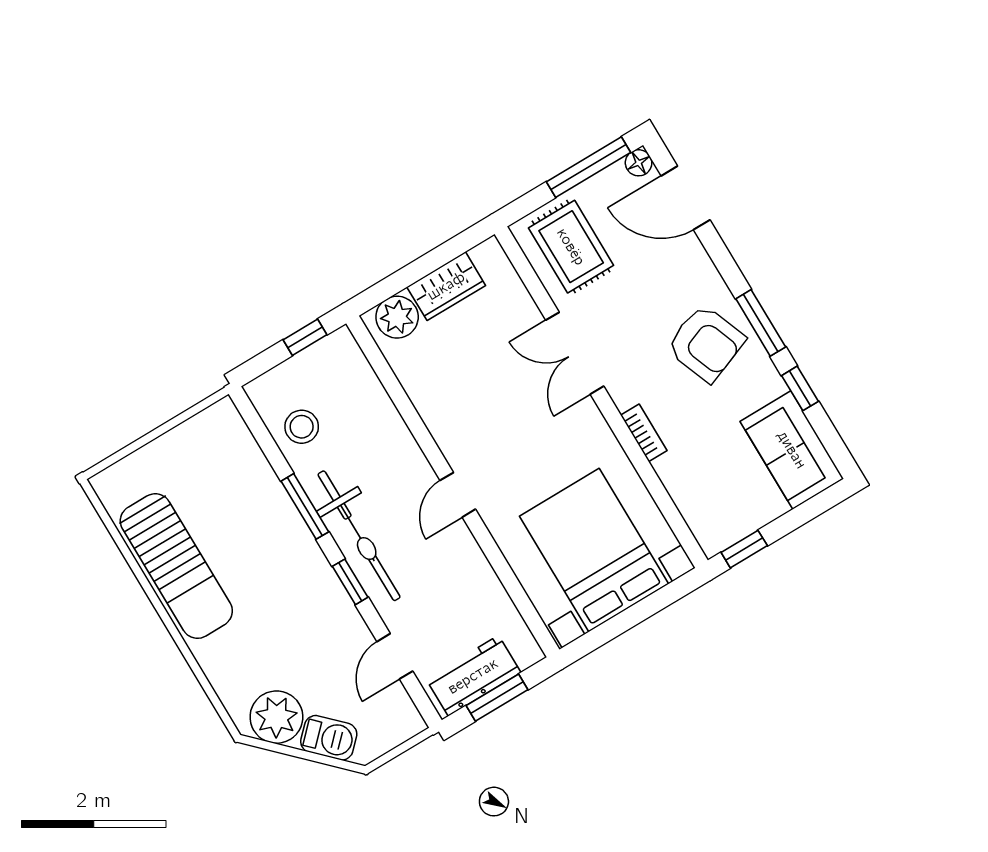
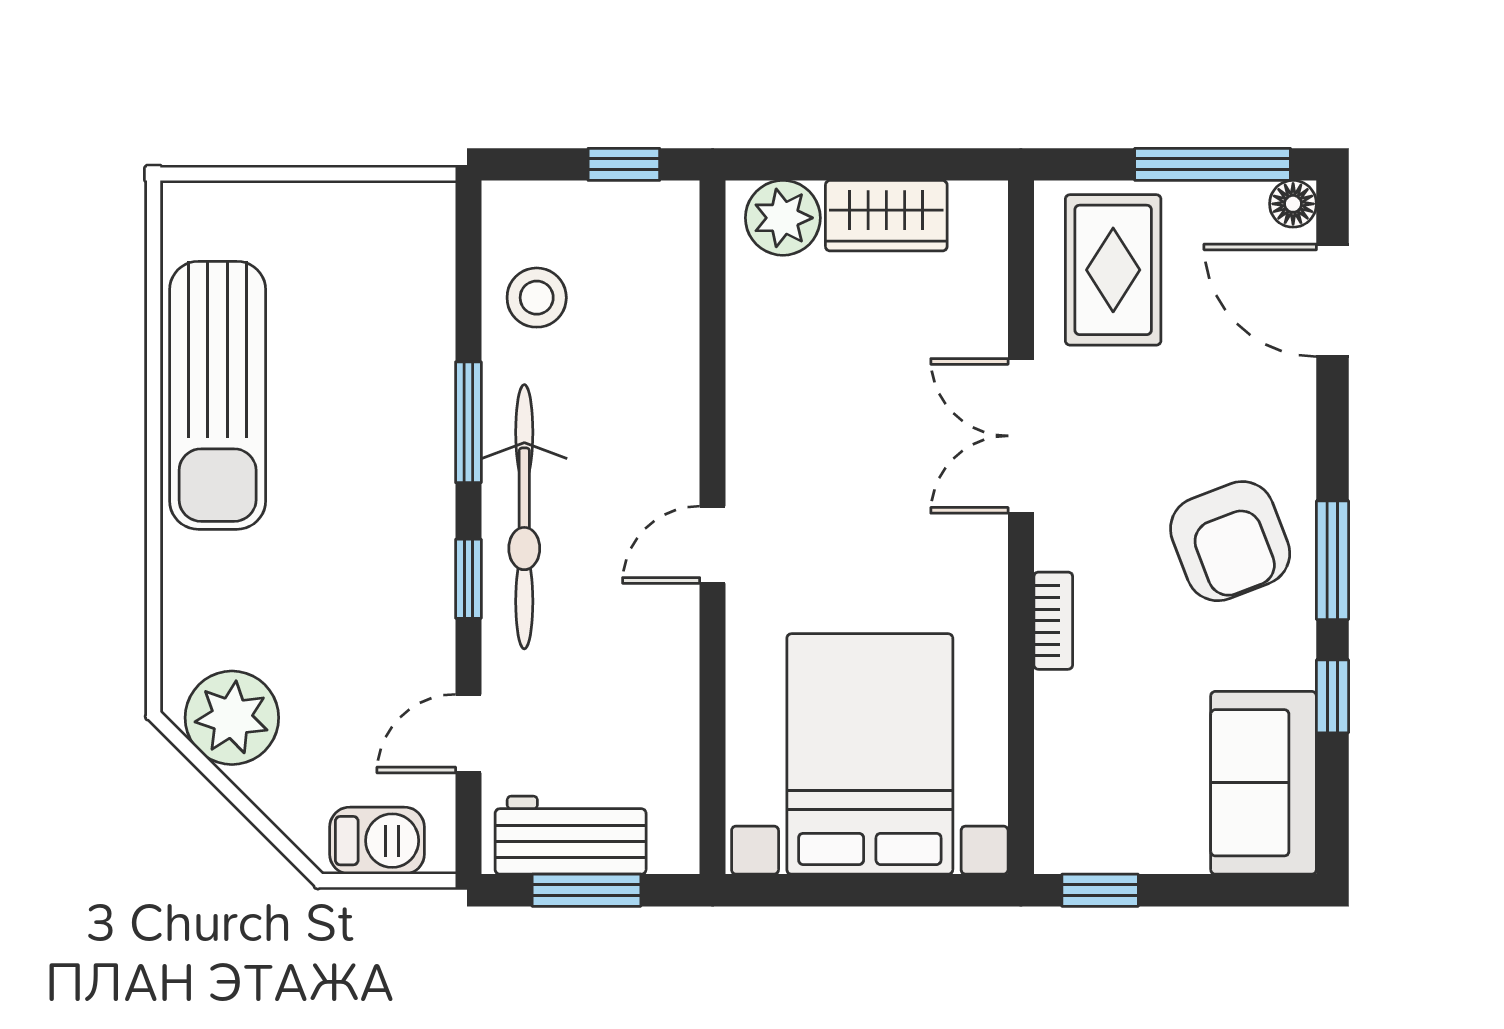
barbecue: (329, 738) -> (377, 841), moved, turned -45

